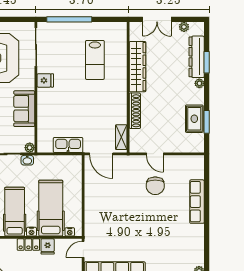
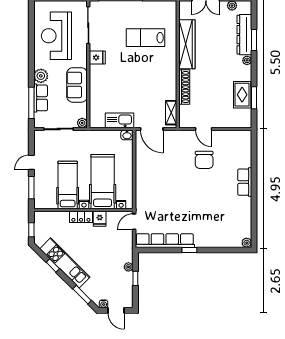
lab bench: (95, 60) -> (146, 38), turned 90
washbasin: (27, 160) -> (127, 135), moved
row of seats: (197, 202) -> (245, 182), width x0.68

